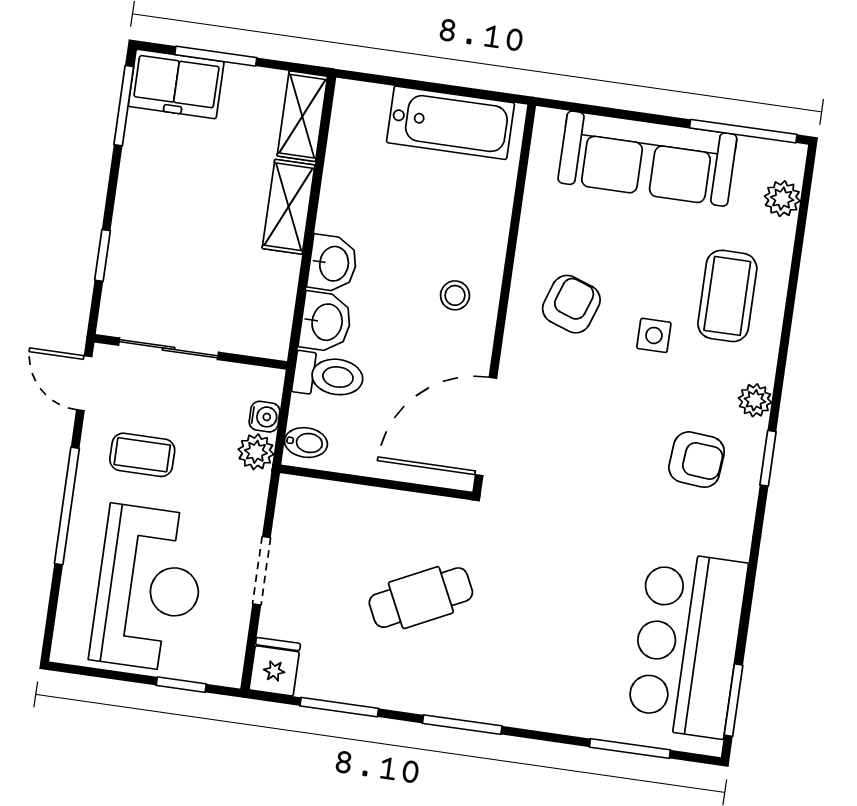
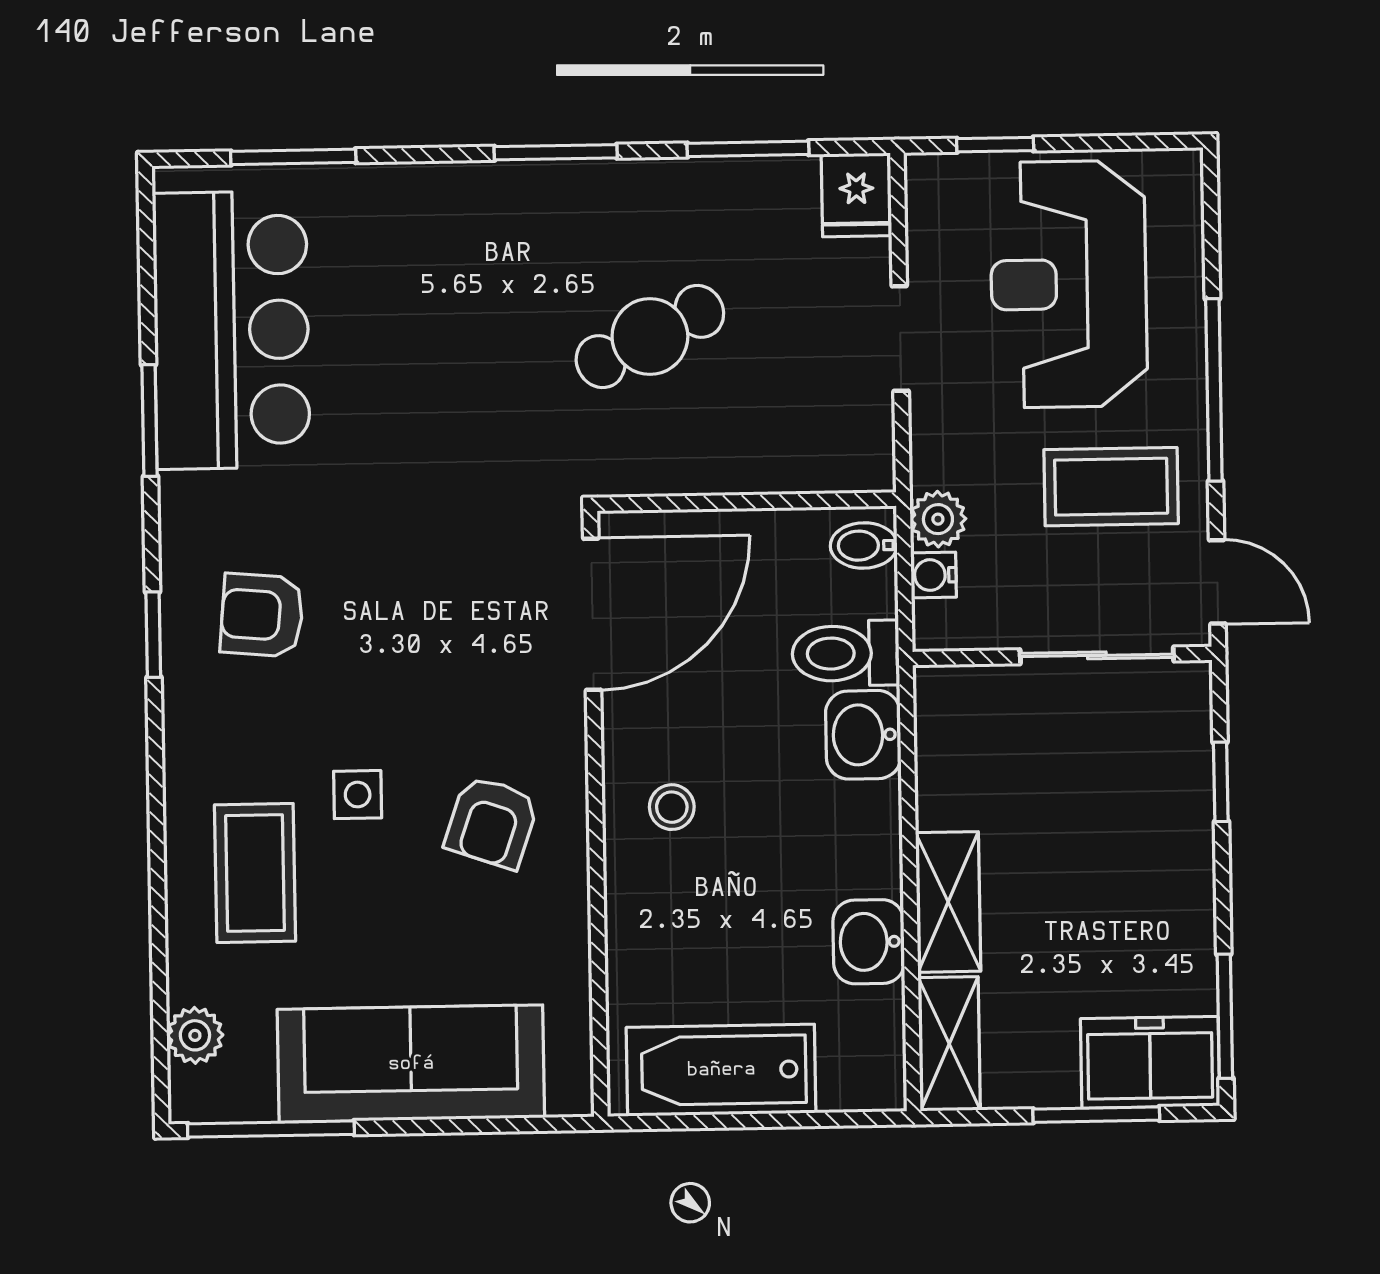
washbasin: (333, 263) -> (869, 942), moved
plant: (755, 400) -> (187, 720), removed
coffee table: (142, 455) -> (1111, 487), width x1.36, depth x1.30
window: (734, 700) -> (149, 421), moved

